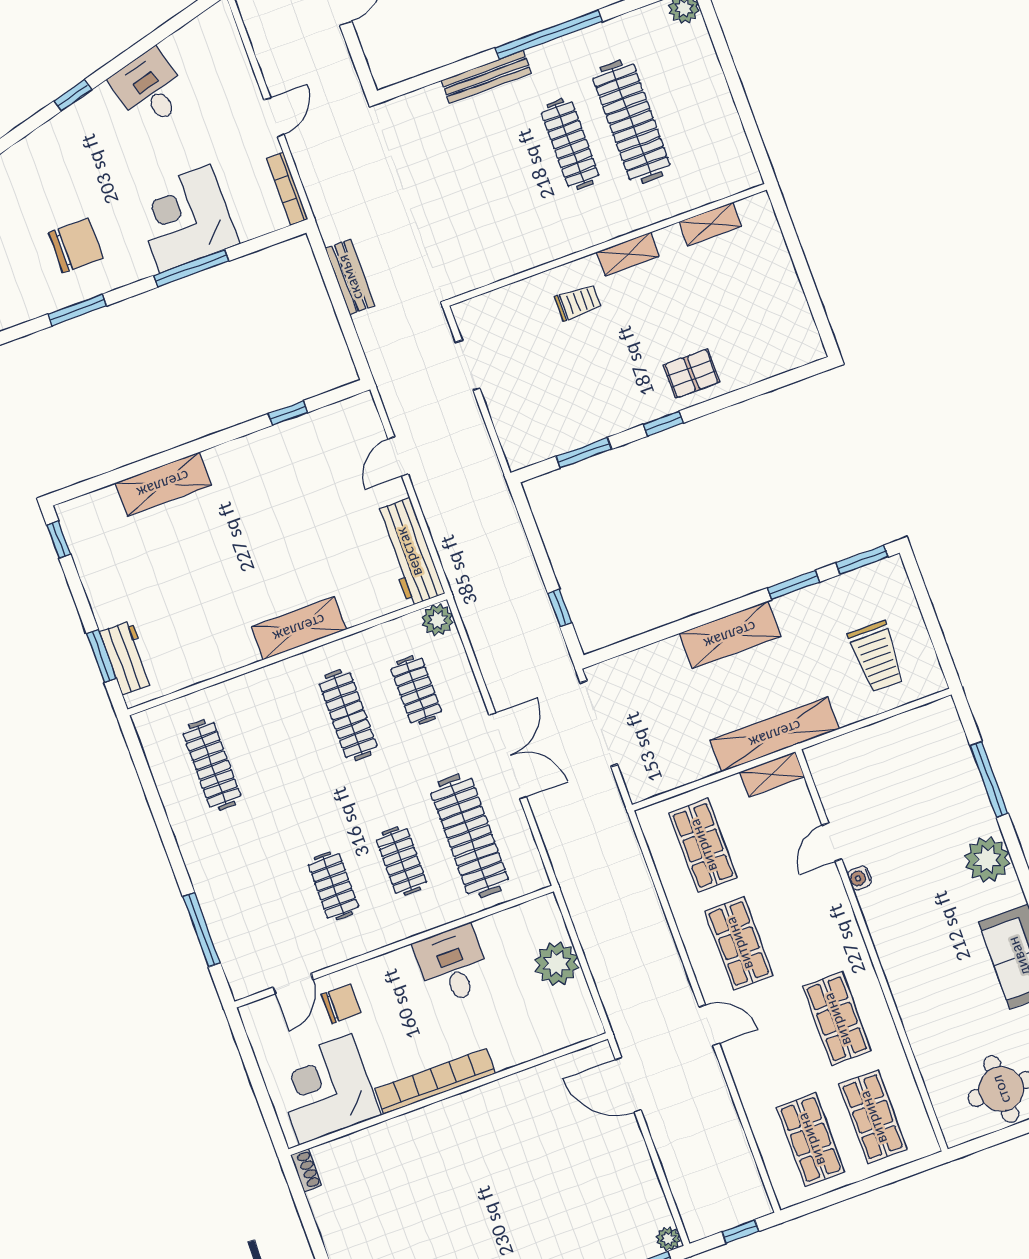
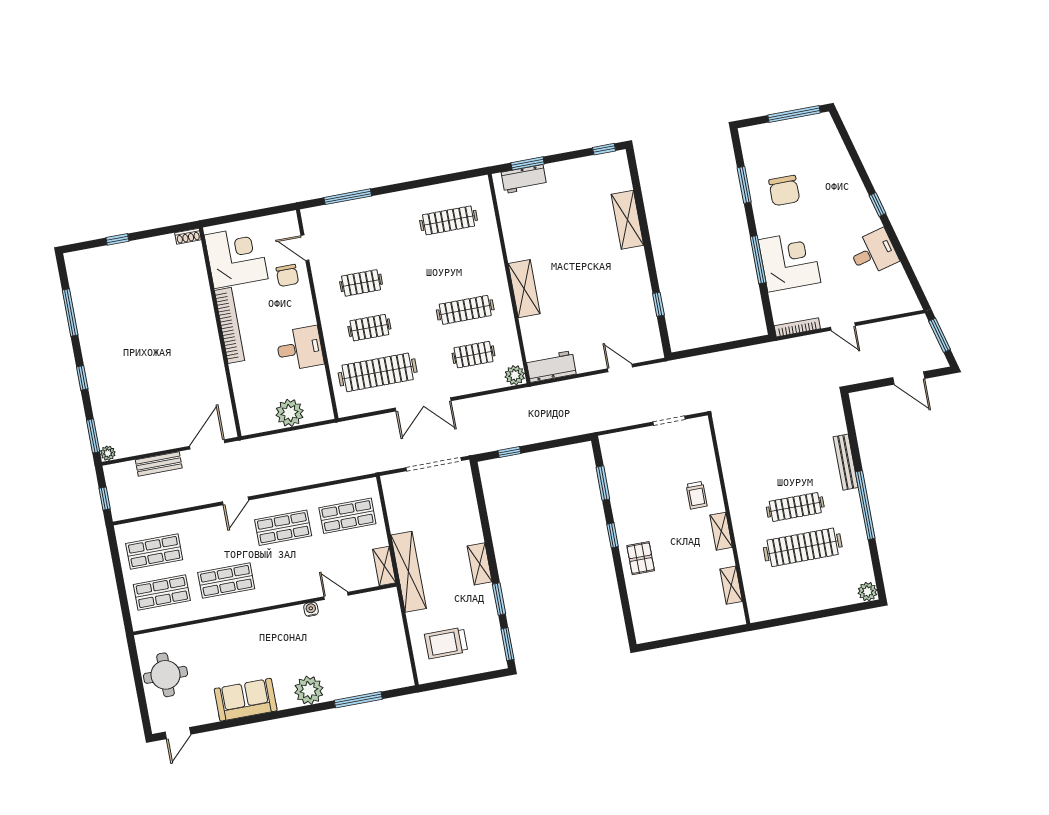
bench: (350, 277) -> (159, 464), moved
workbench: (409, 552) -> (551, 366), width x0.73
shelving: (730, 635) -> (480, 564), width x0.67, depth x0.75

